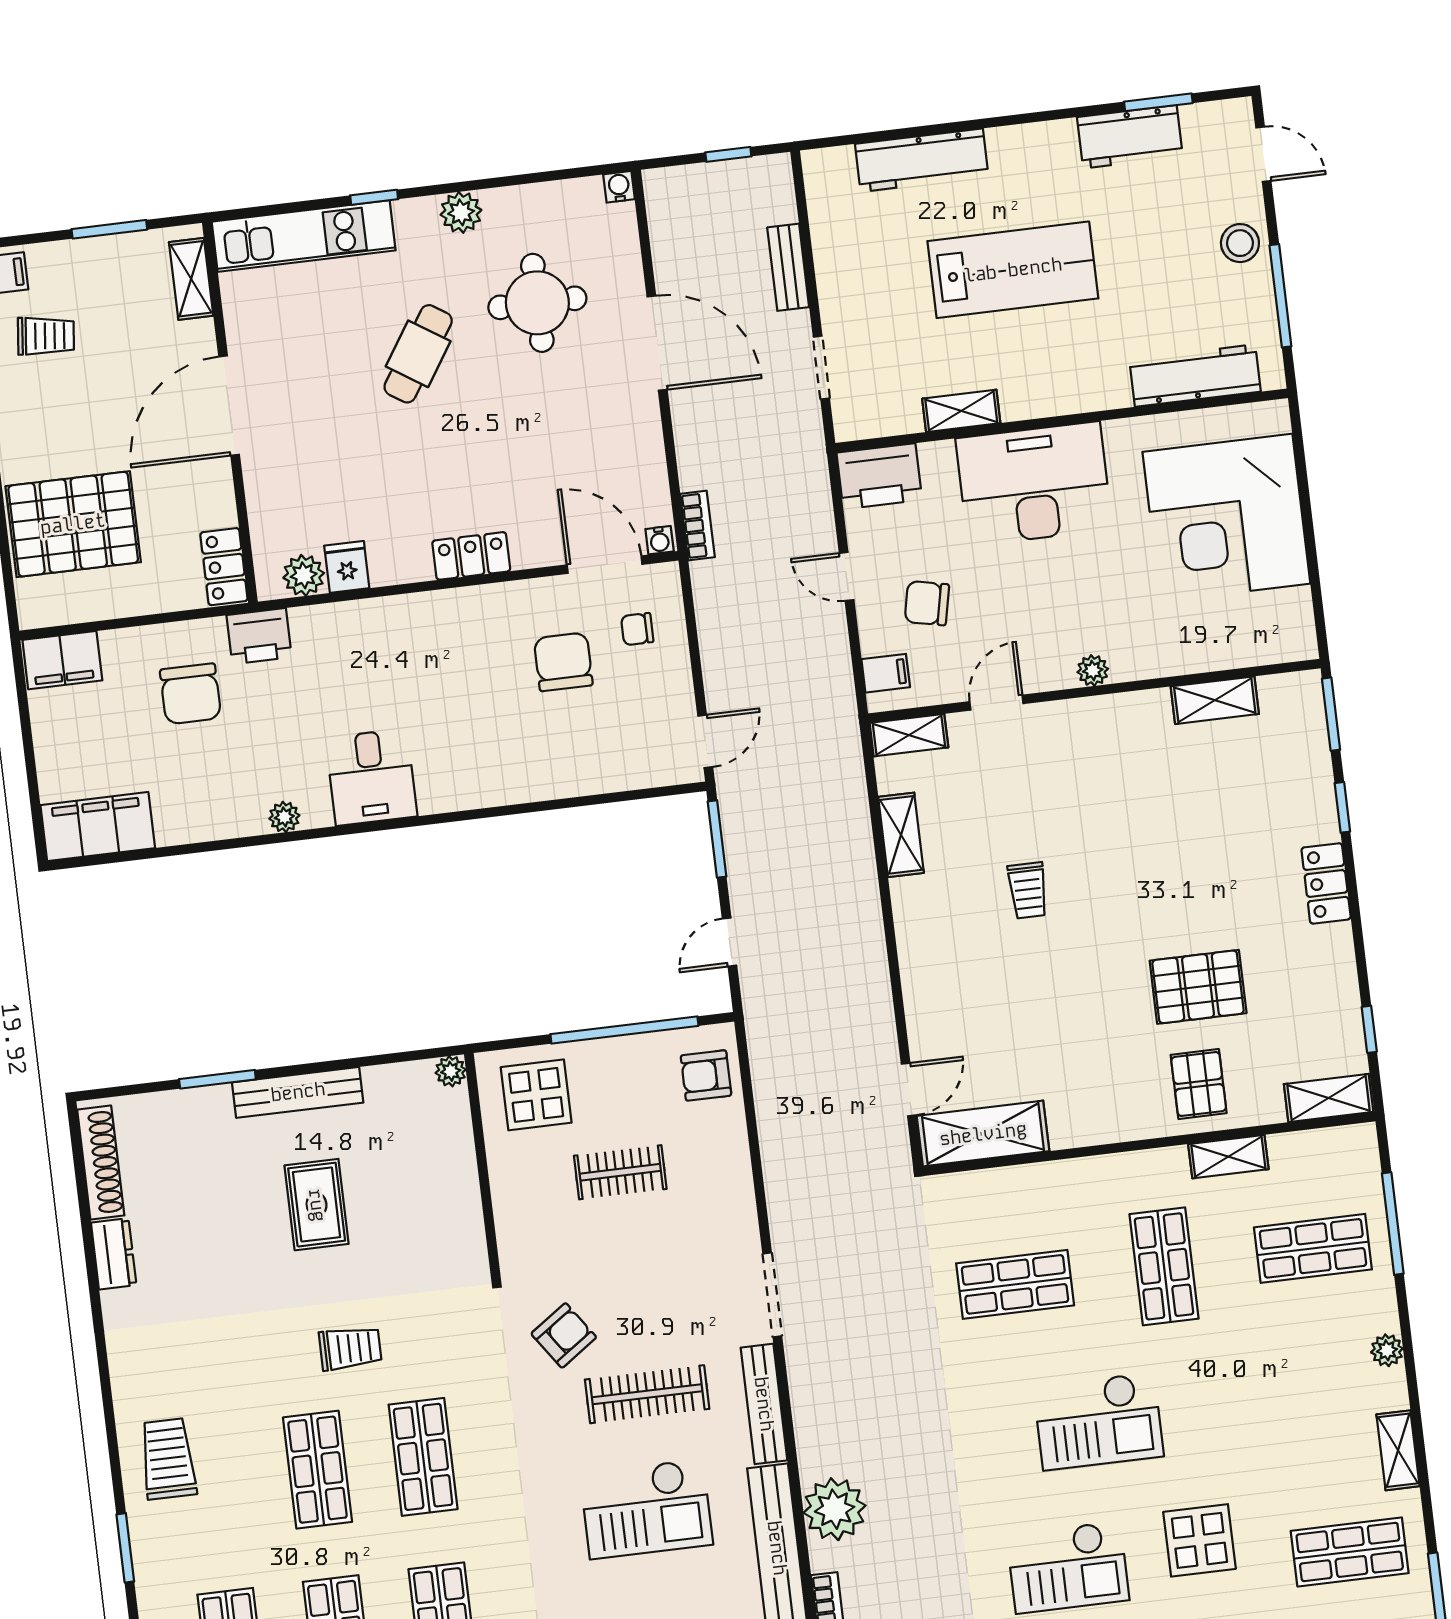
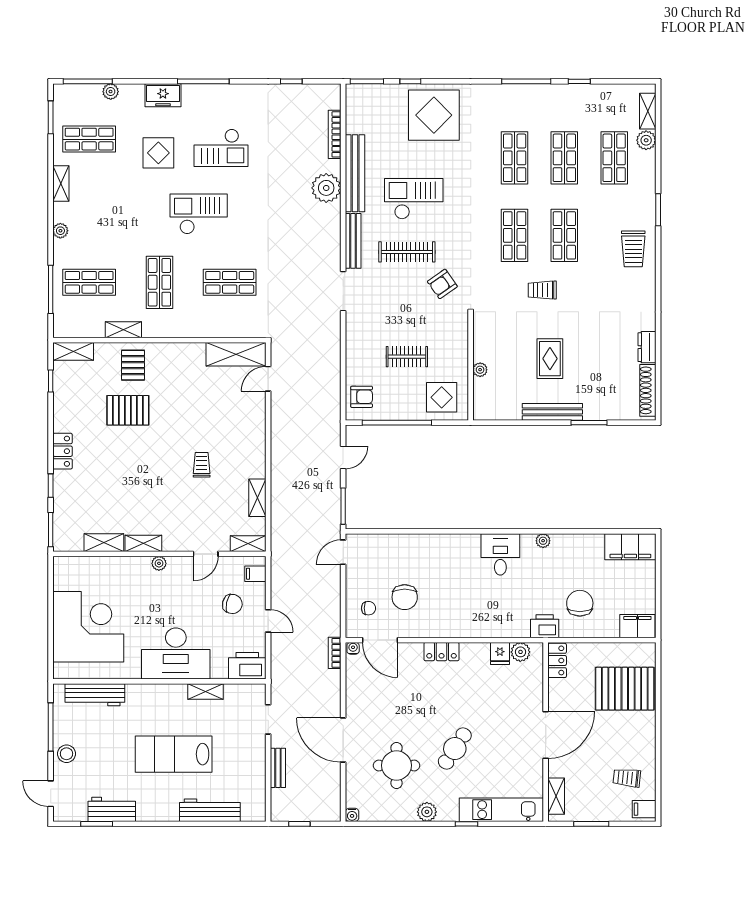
shelving: (1131, 709) -> (143, 543), added
plant: (451, 1071) -> (480, 370), moved
checkout: (1068, 1567) -> (221, 148), turned 180

